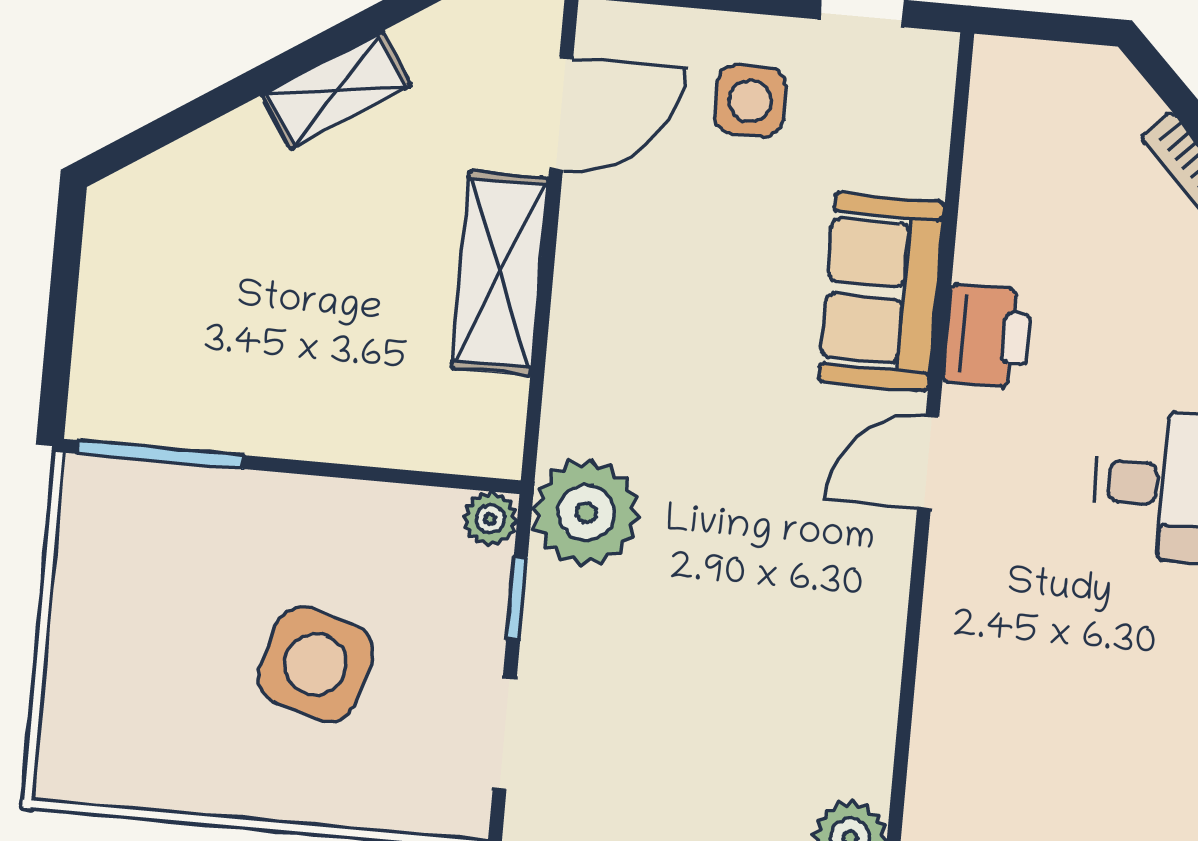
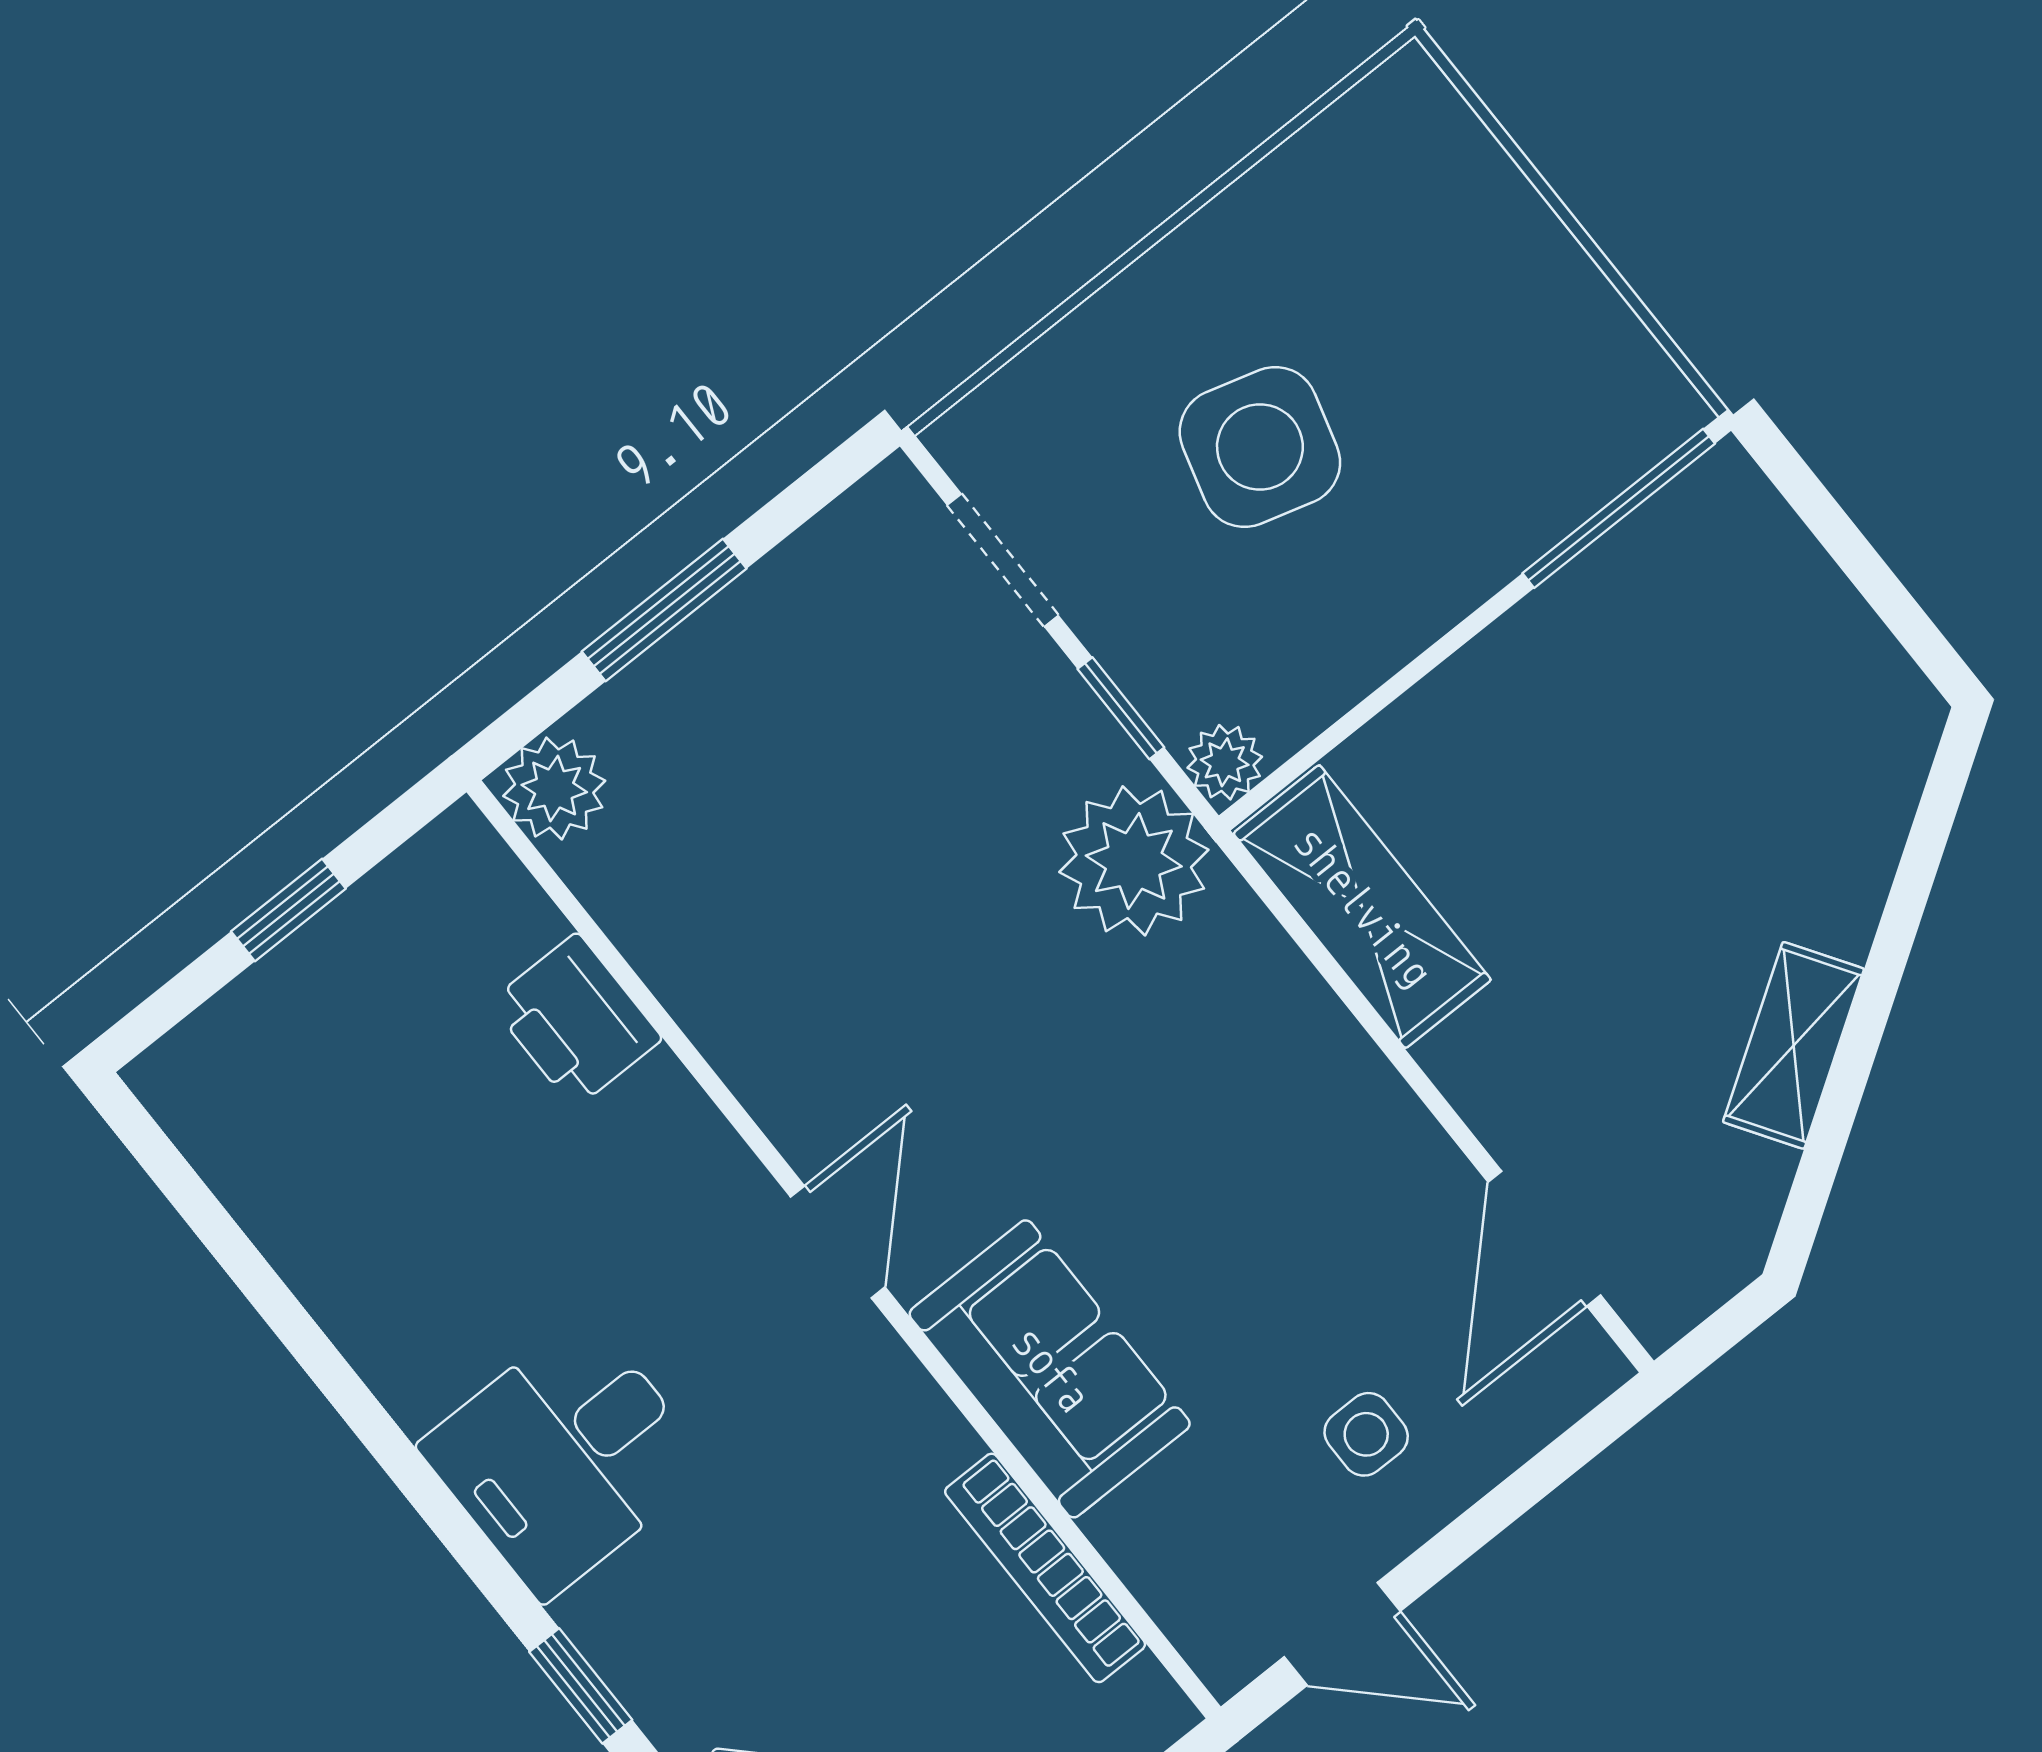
side table: (750, 101) -> (1366, 1434), width x0.73, depth x0.73
bookcase: (983, 191) -> (1045, 1568), added
shelving: (500, 273) -> (1362, 907), moved
printer: (988, 336) -> (576, 1021), moved

